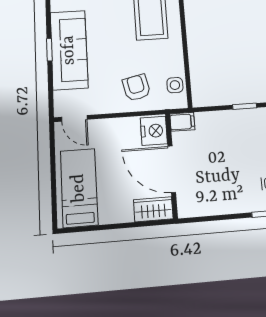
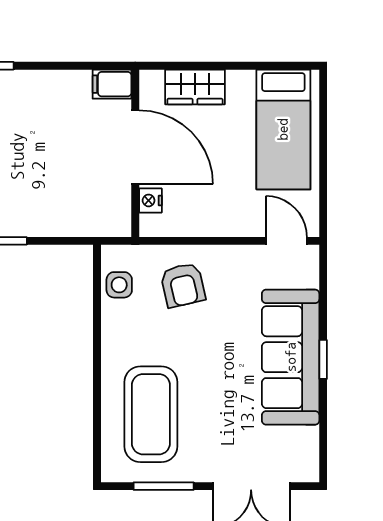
filing cabinet: (182, 122) -> (112, 84), moved
nightstand: (154, 131) -> (150, 200), width x0.53, depth x0.56
wardrobe: (153, 209) -> (195, 87), moved

